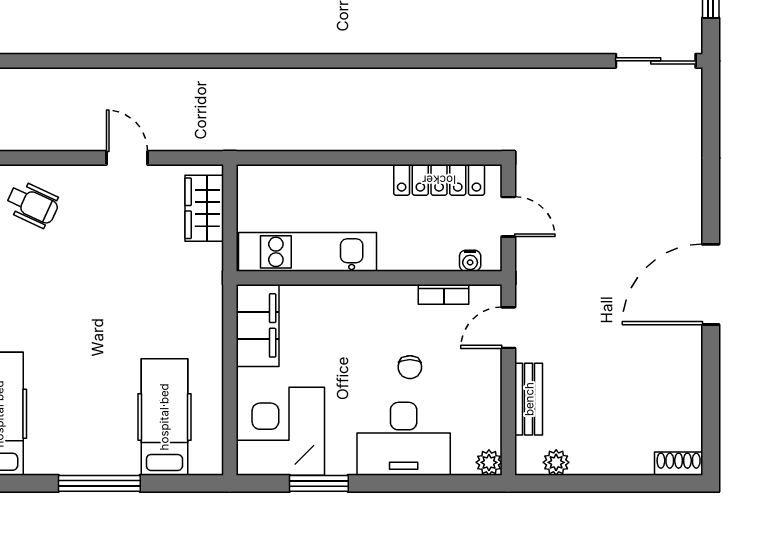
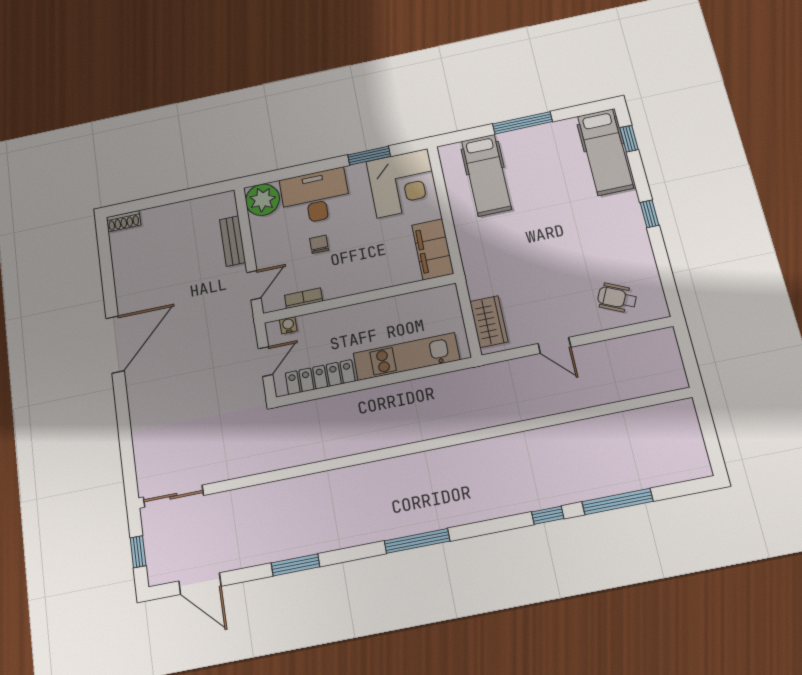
door: (508, 217) -> (266, 362), swing flipped
kitchen unit: (308, 252) -> (406, 356), moved, turned 180
plant: (489, 462) -> (263, 200), width x1.87, depth x1.87
plant: (556, 462) -> (207, 204), removed

